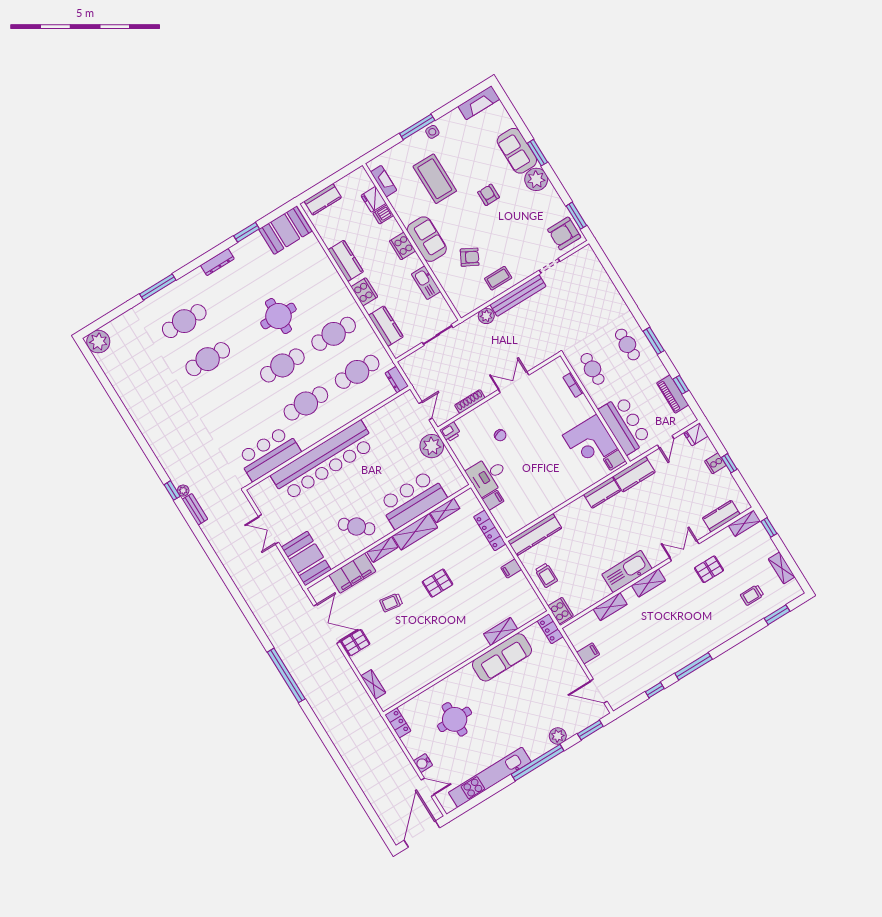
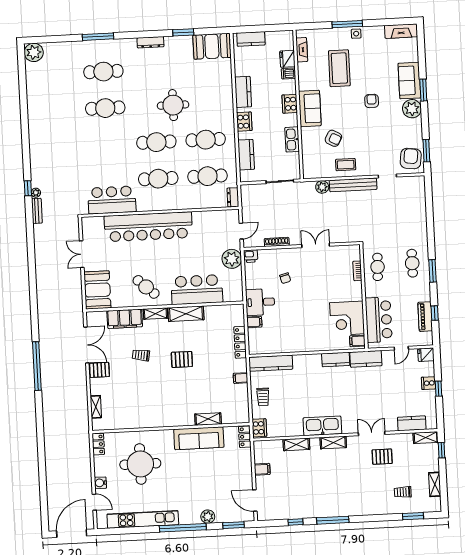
armchair: (564, 233) -> (411, 159), turned 97
shelving: (445, 510) -> (216, 310), removed
round table: (455, 719) -> (140, 464), width x1.36, depth x1.36

